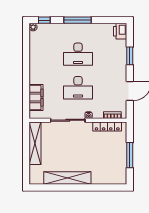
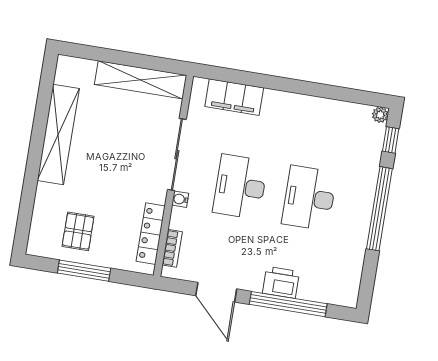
window: (78, 20) -> (379, 209), width x1.46
printer: (120, 31) -> (281, 282), moved
window: (130, 56) -> (288, 304), width x2.11
pallet: (112, 161) -> (78, 231), added

